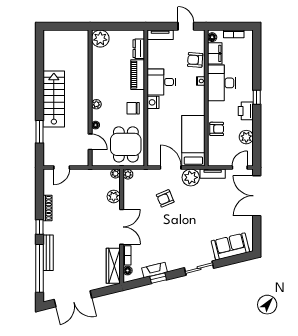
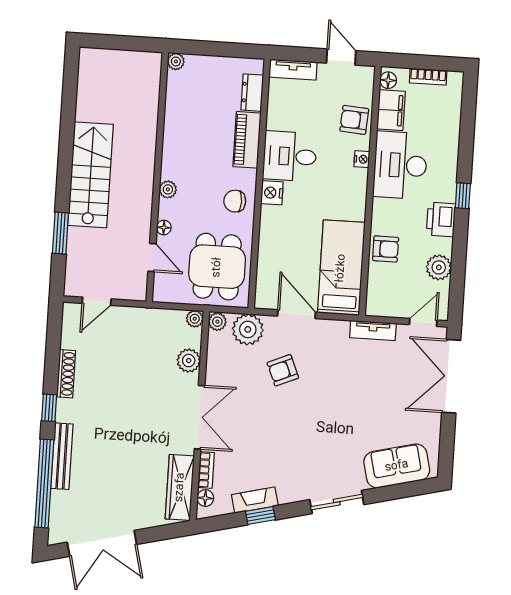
plant: (100, 39) -> (176, 61), width x0.53, depth x0.53
plant: (191, 177) -> (248, 329), moved

